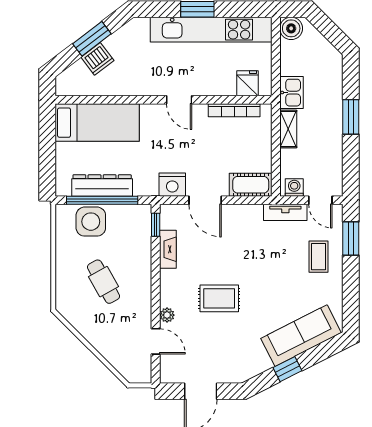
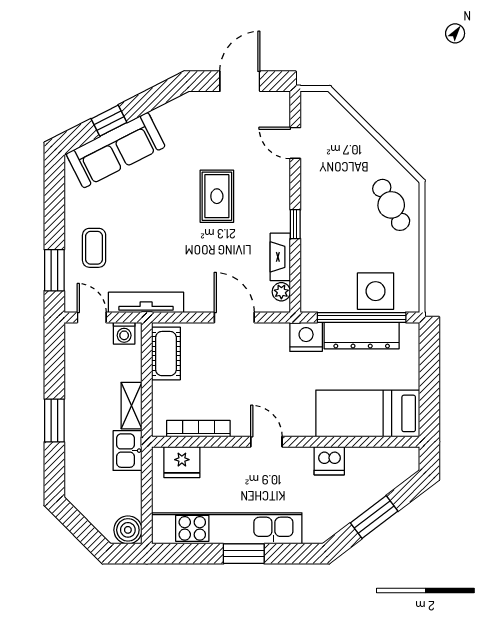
dishwasher: (97, 59) -> (329, 461), moved, turned -143
fridge: (247, 83) -> (182, 462), width x1.38
nightstand: (172, 185) -> (306, 337), moved
cot: (251, 185) -> (166, 354), moved, turned 90
tv unit: (285, 212) -> (146, 302), width x1.41
window: (156, 225) -> (295, 224), moved
cafe table: (103, 282) -> (391, 205), moved
rug: (219, 298) -> (217, 196), turned 90
plant: (167, 315) -> (281, 292), moved
window: (287, 369) -> (109, 121), moved

